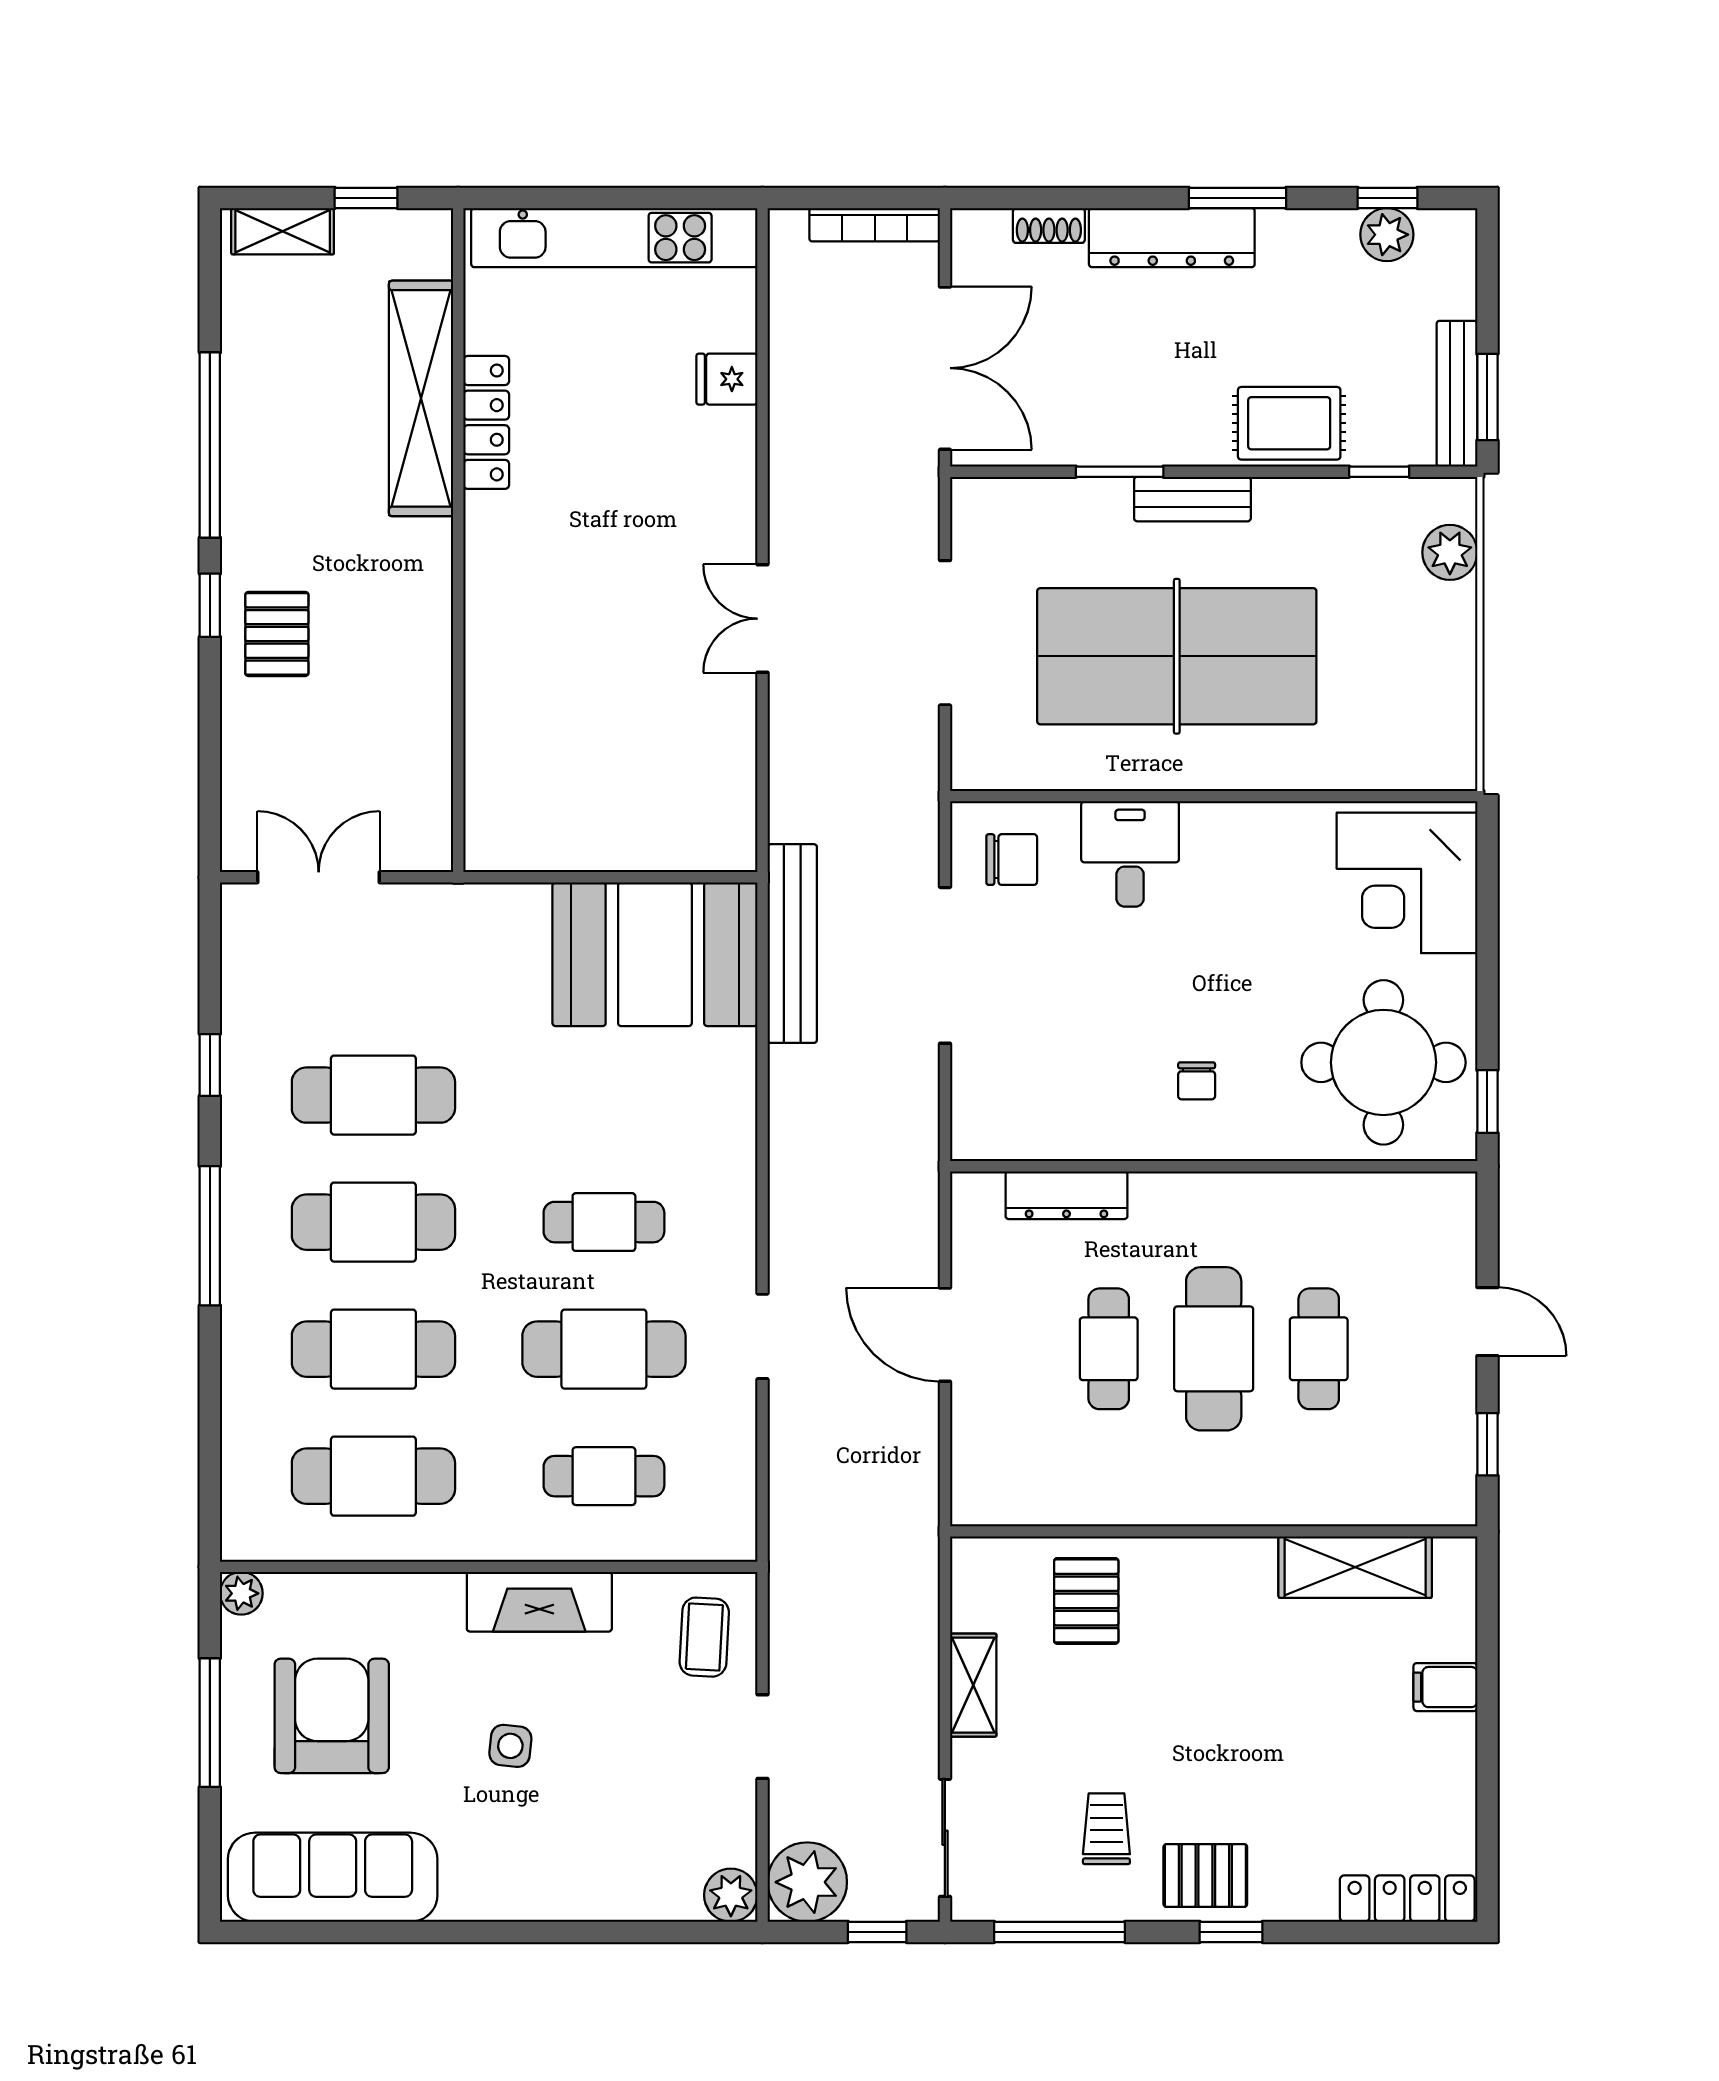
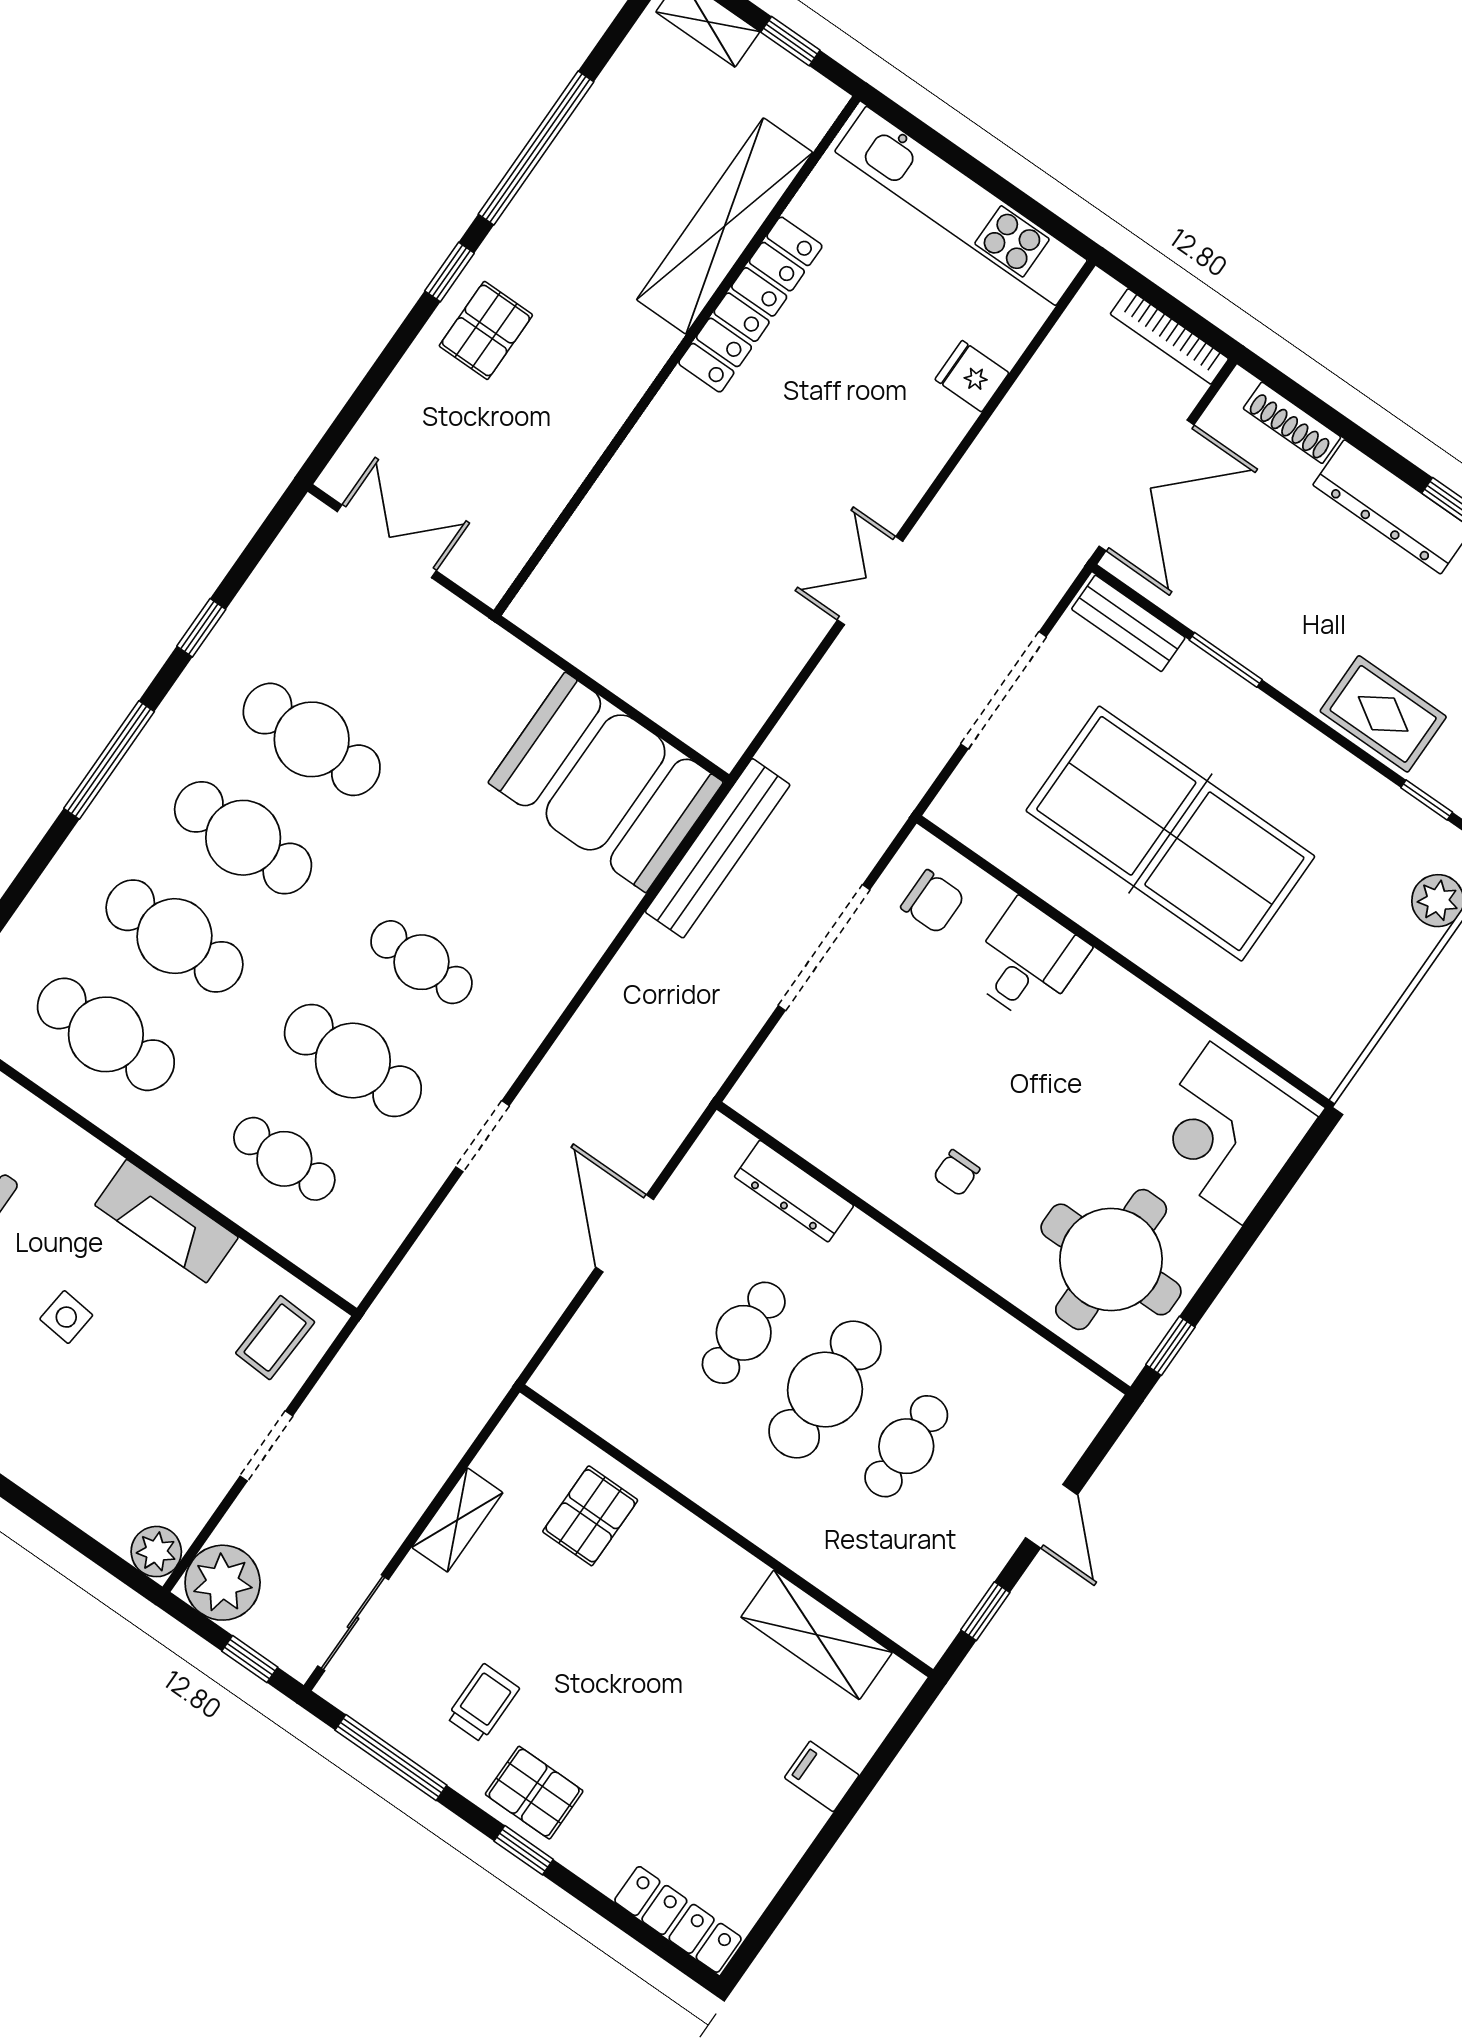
shoe rack: (1049, 226) -> (1292, 423), width x1.43
locker: (486, 422) -> (750, 305), width x1.41, depth x1.21
bench: (1192, 499) -> (1128, 623), moved

